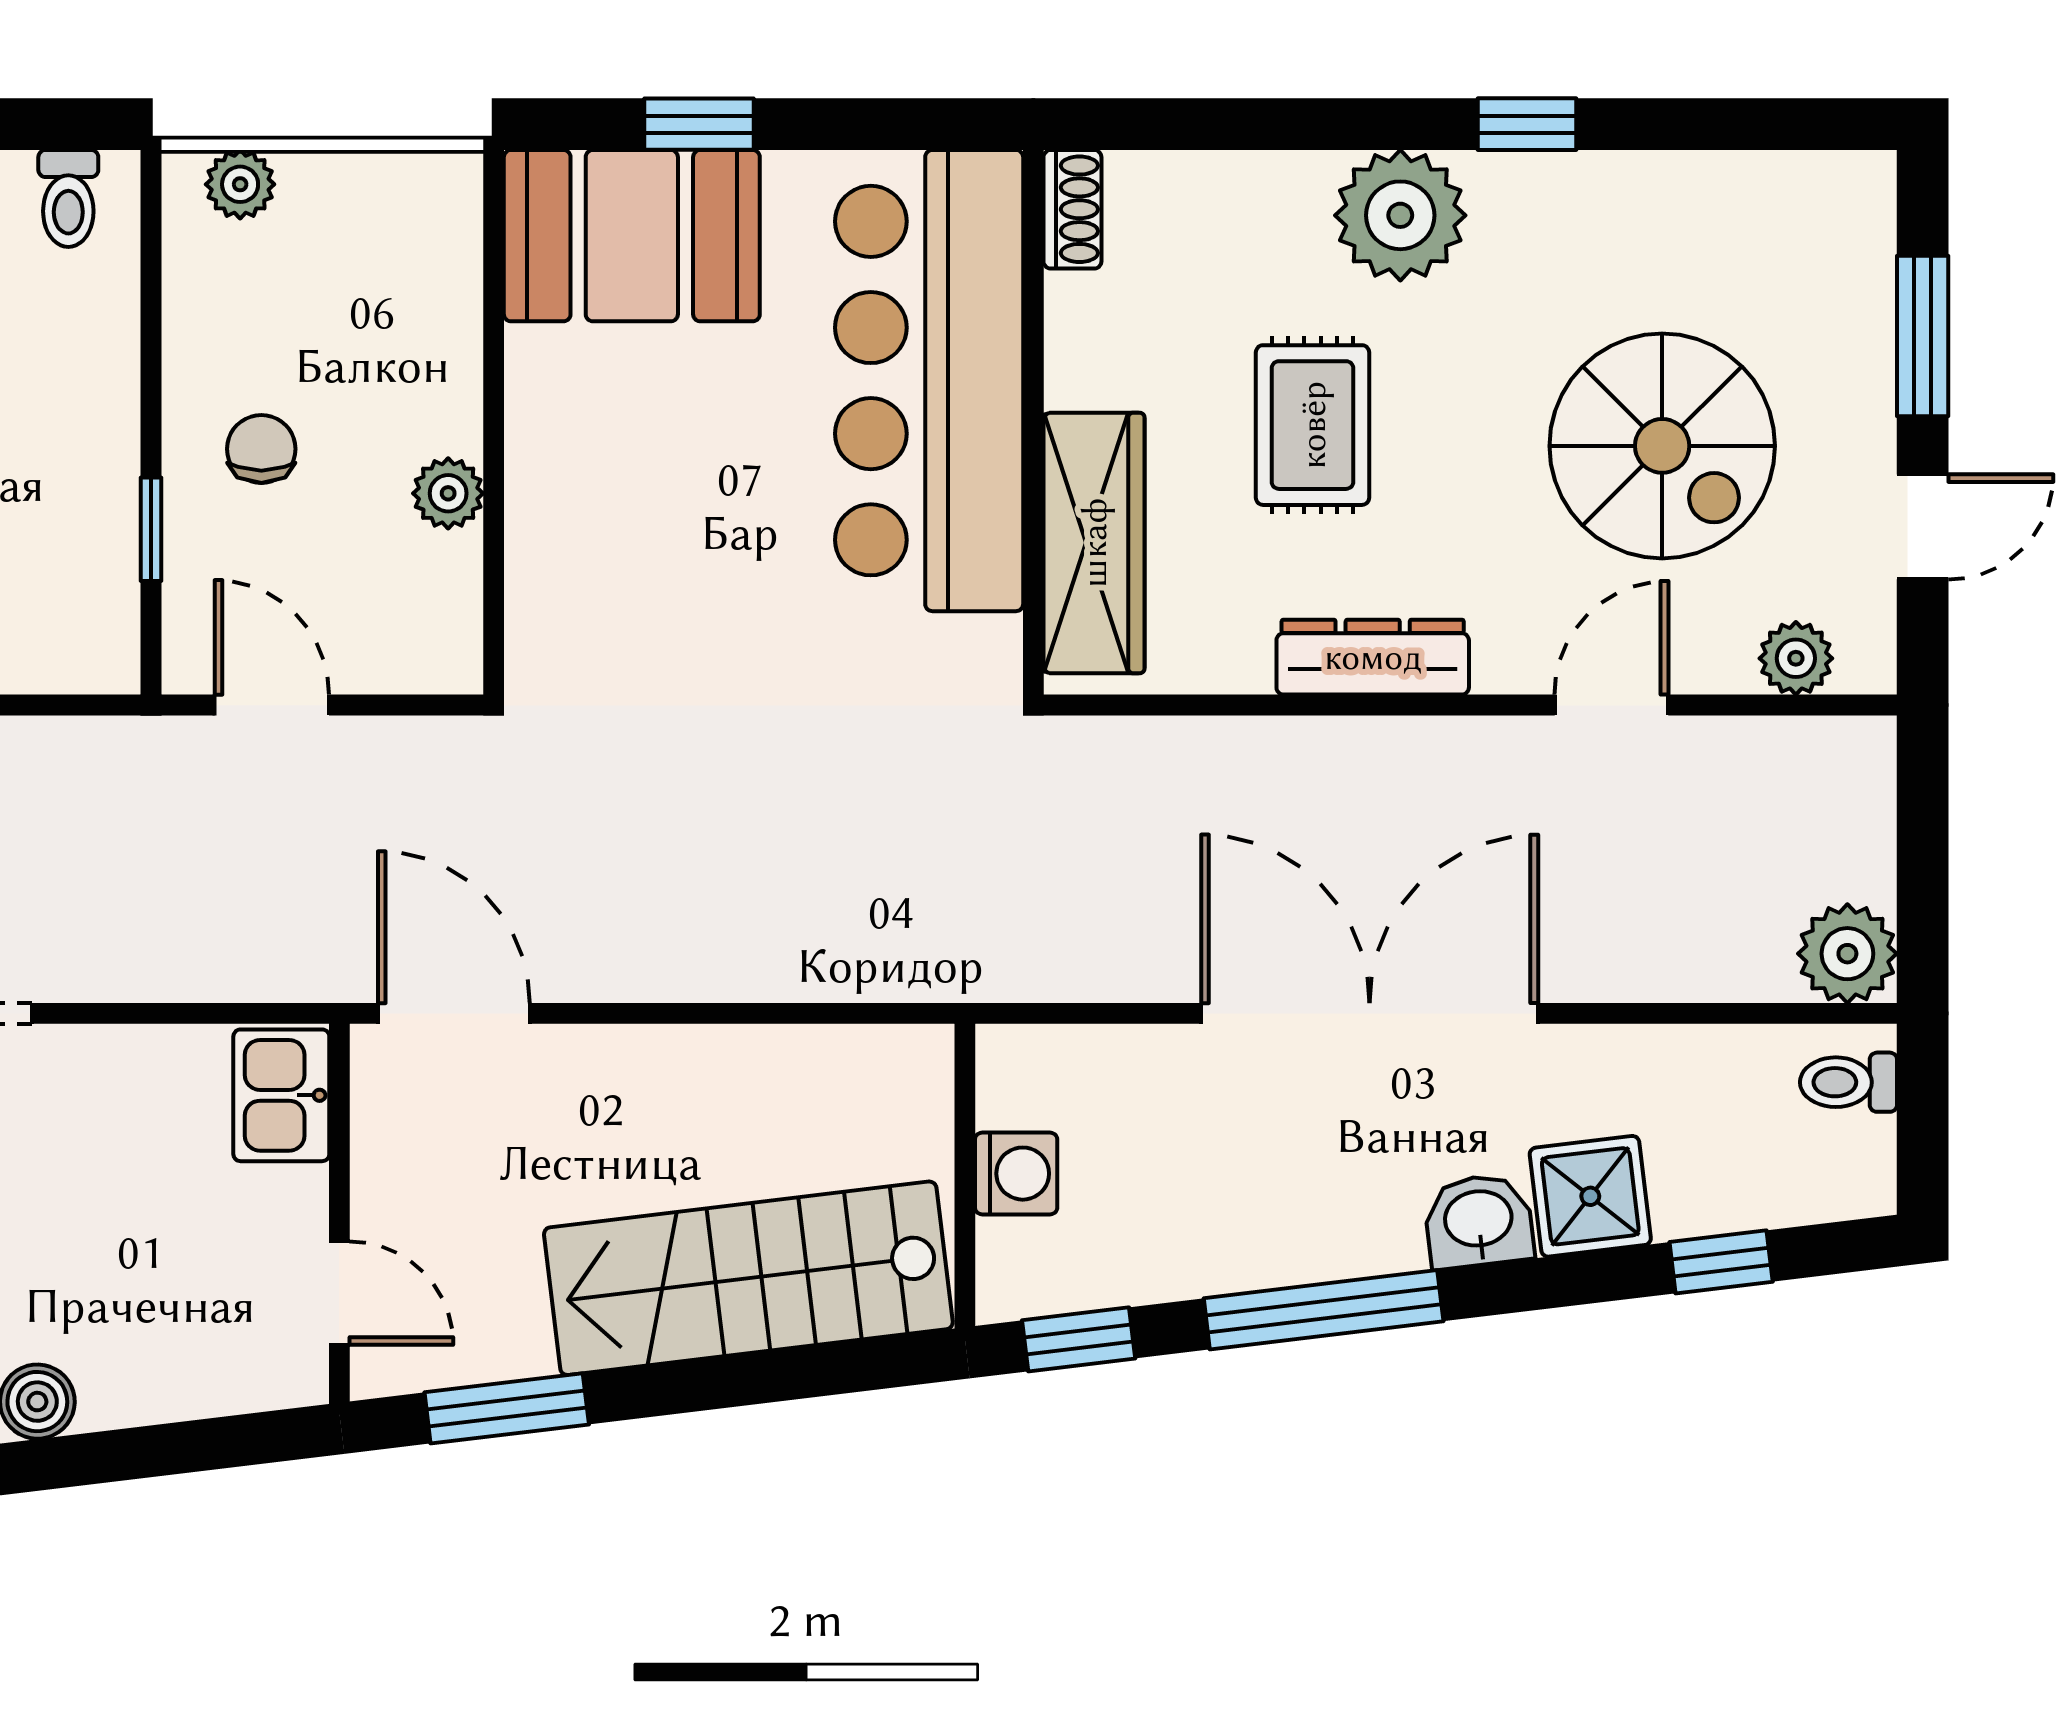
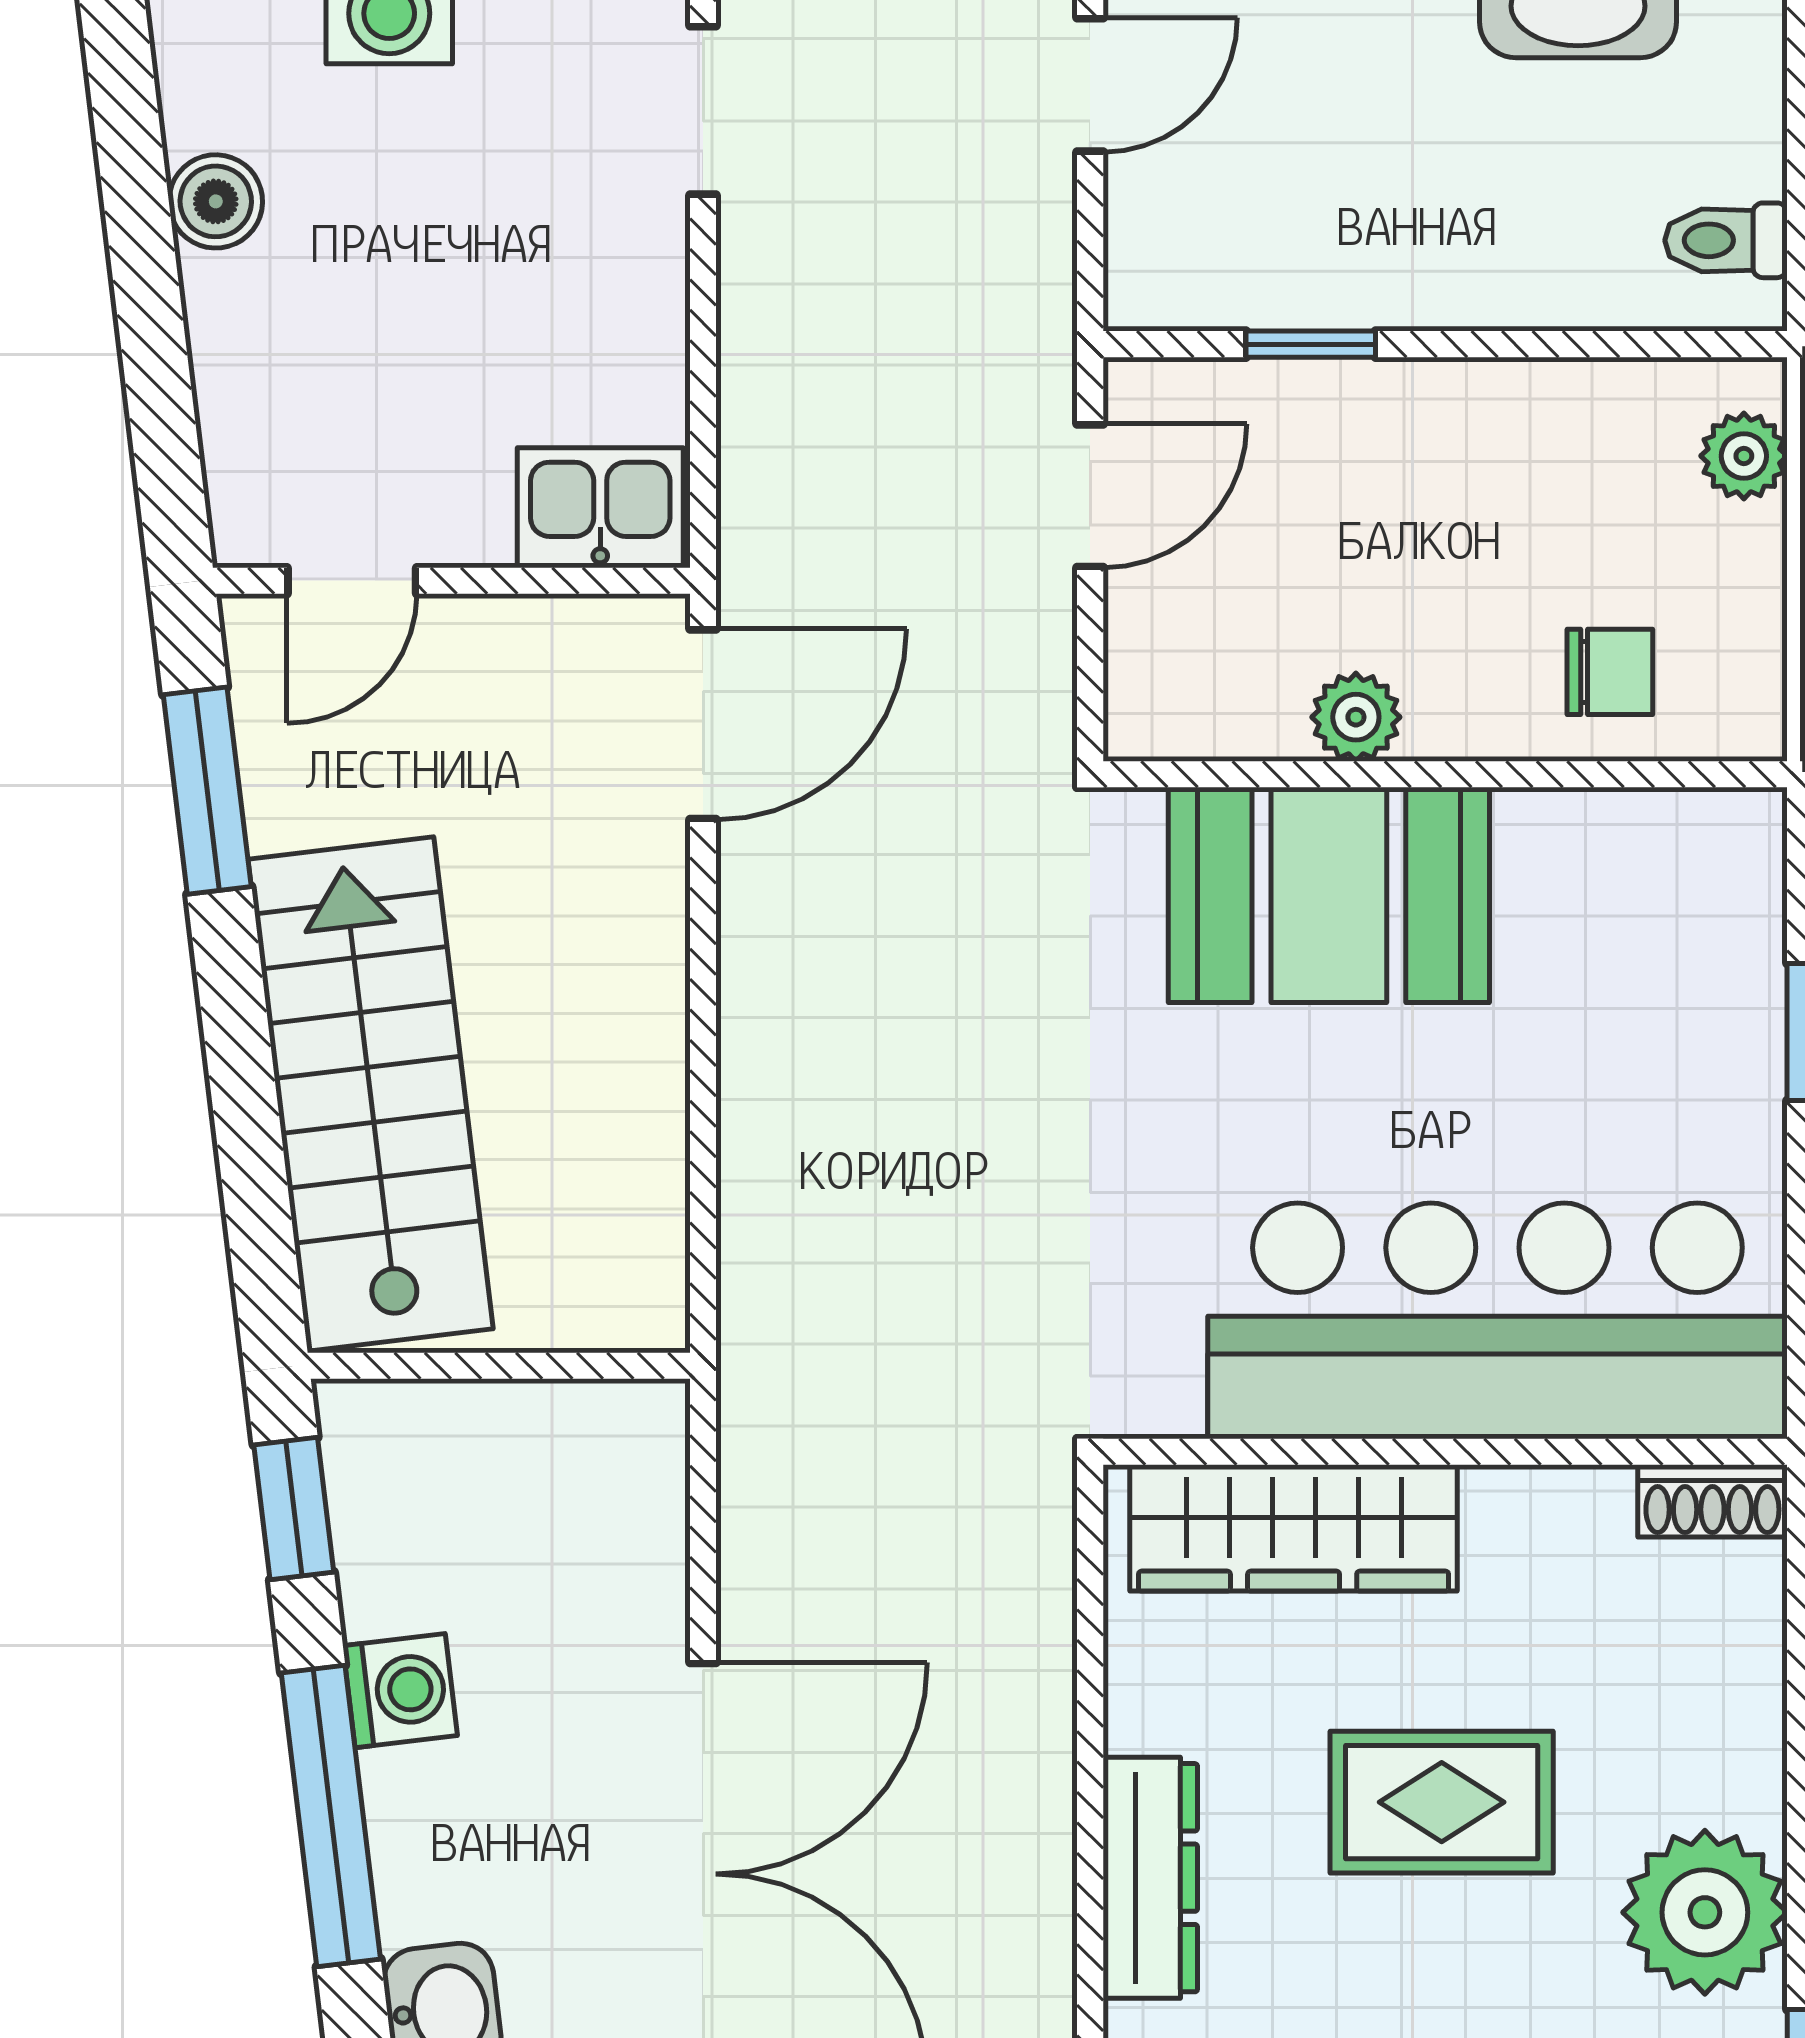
booth: (632, 236) -> (1329, 895), moved, turned 90
chair: (261, 449) -> (1610, 672), moved
washing machine: (1016, 1174) -> (400, 1691), moved, turned -97

